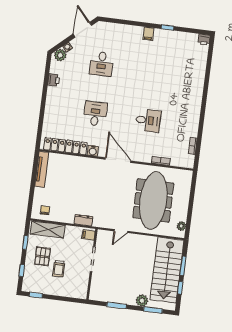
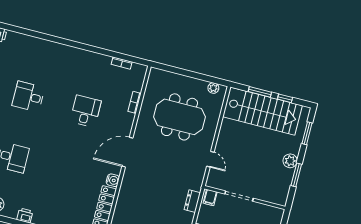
desk: (95, 114) -> (28, 97), moved
meeting table: (153, 200) -> (179, 117), width x0.73
plant: (142, 301) -> (290, 161), moved

